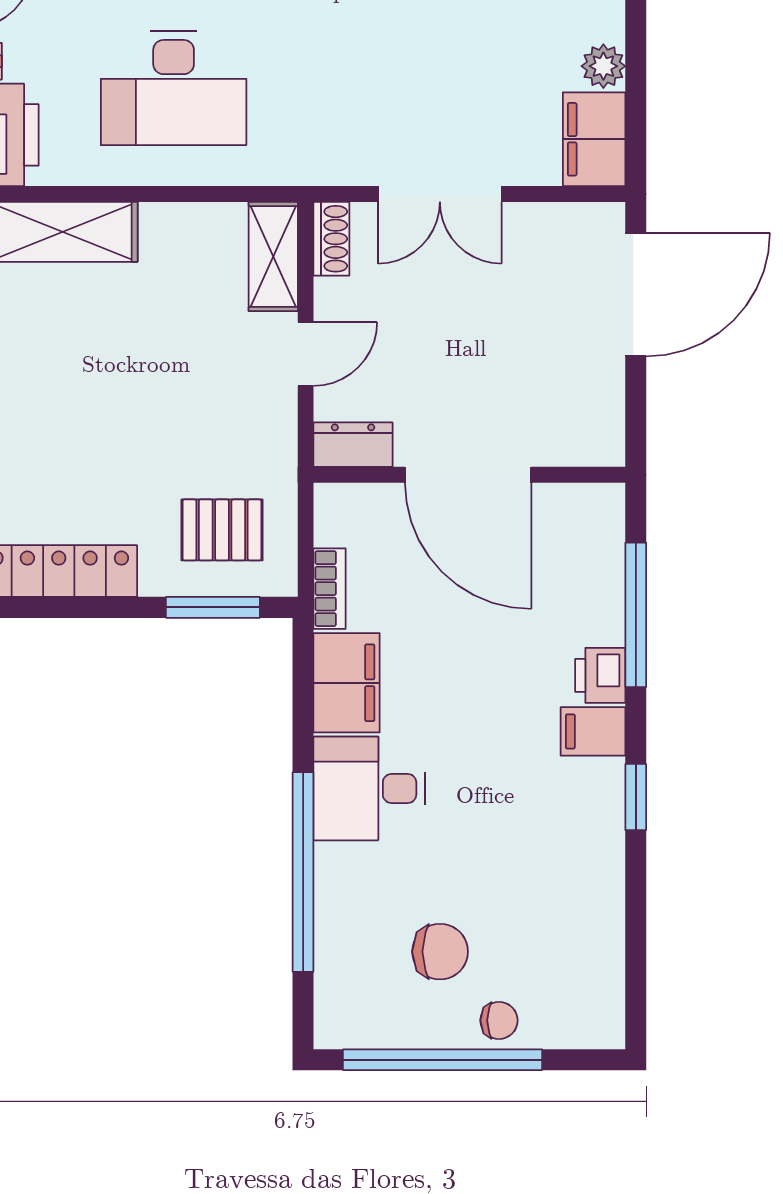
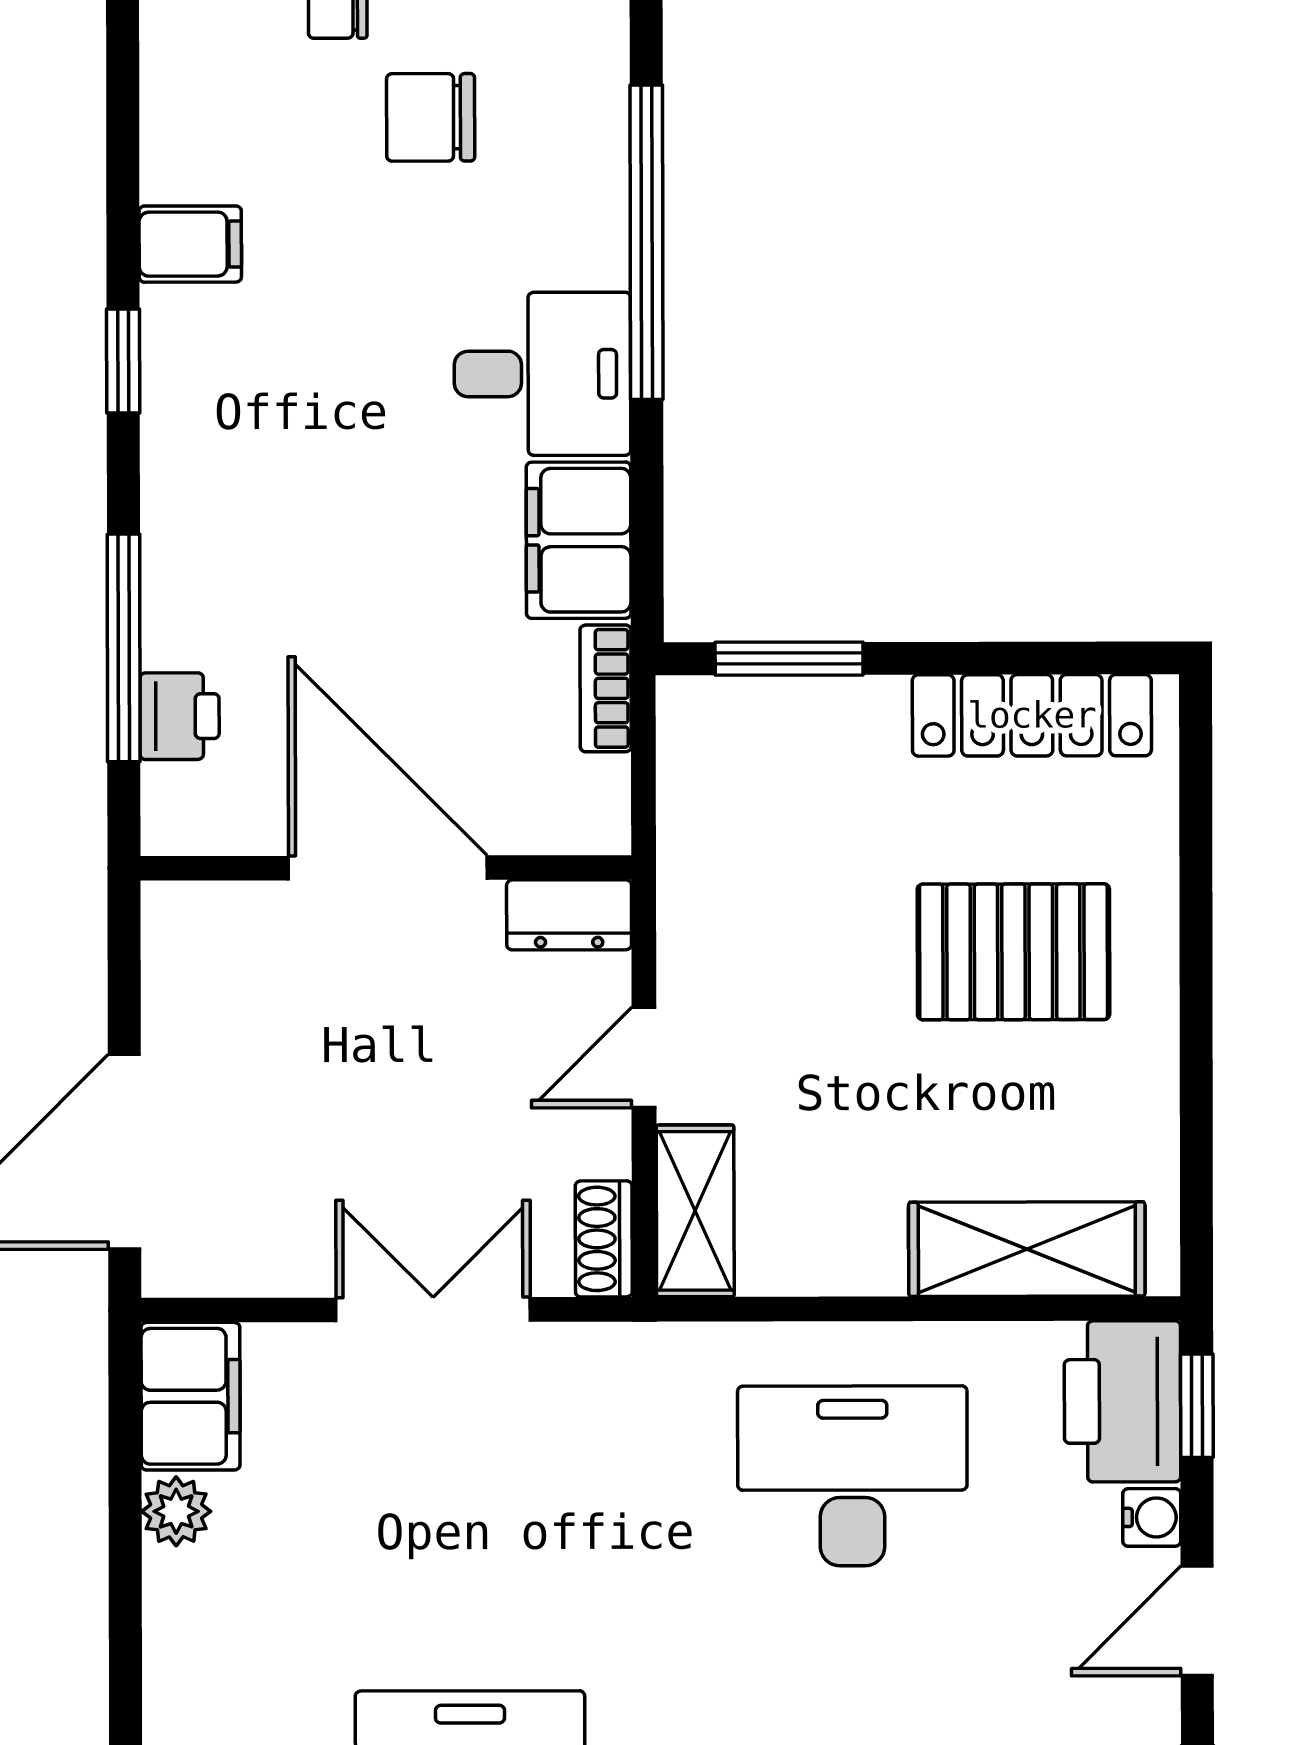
pallet: (222, 530) -> (1013, 952), moved, width x1.50, depth x1.42
printer: (600, 675) -> (180, 716), moved
filing cabinet: (593, 731) -> (190, 244), moved

